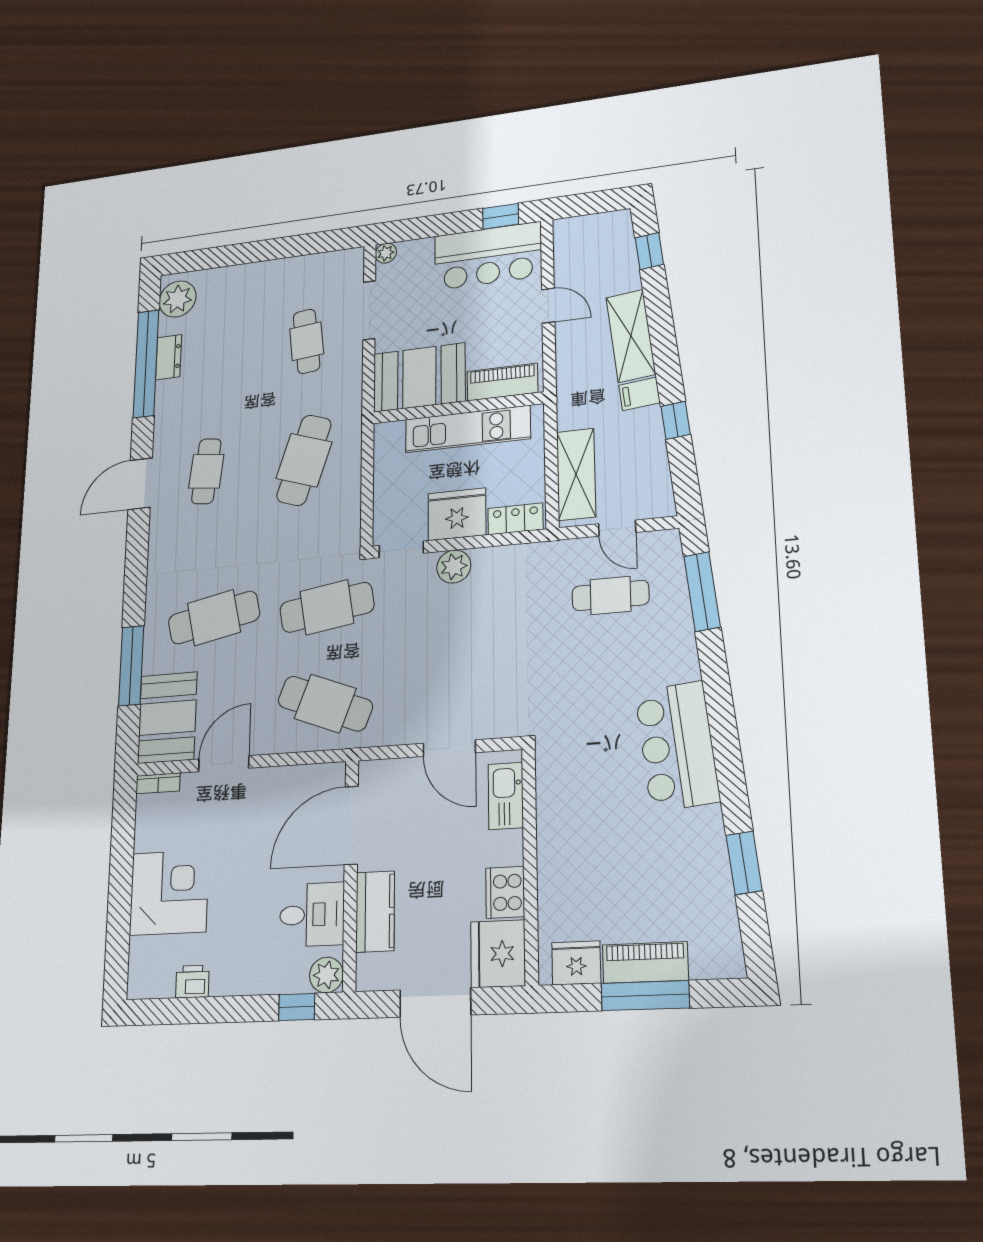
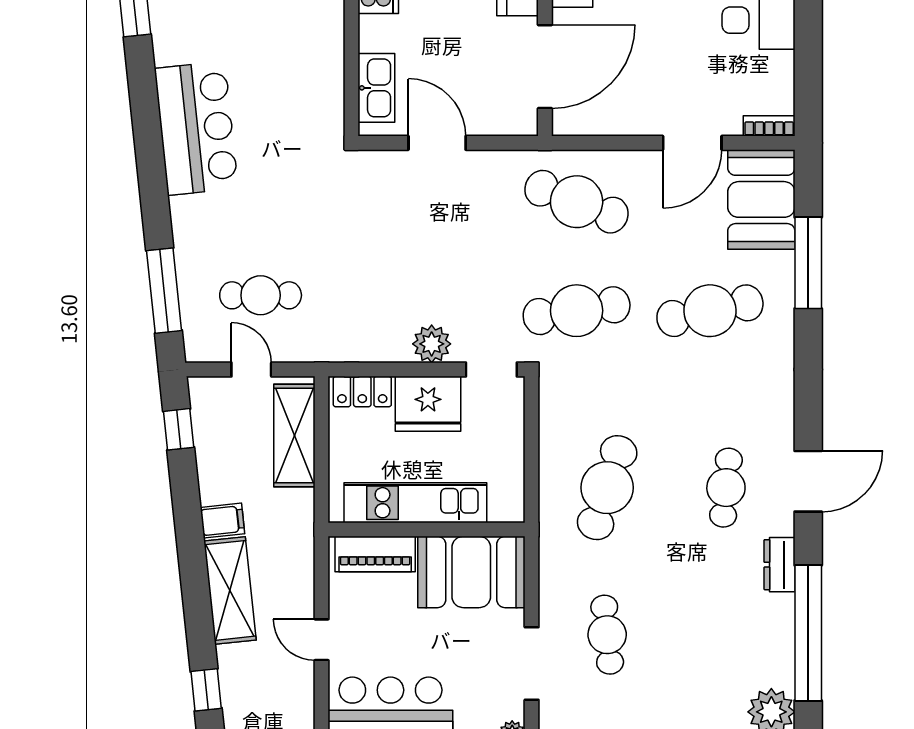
dresser: (169, 357) -> (780, 565), moved
window: (676, 420) -> (179, 429), moved

